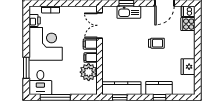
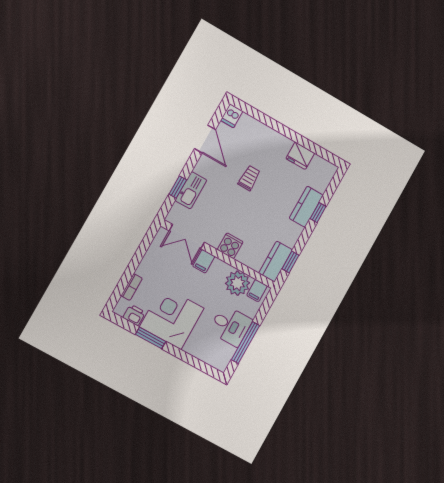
cooker: (188, 24) -> (230, 246), moved, turned 180
filing cabinet: (91, 58) -> (257, 291), moved
window: (26, 68) -> (151, 338), moved
desk: (40, 82) -> (230, 326), moved
kitchen counter: (121, 88) -> (276, 262), width x0.67

